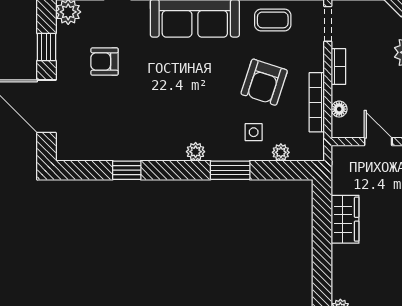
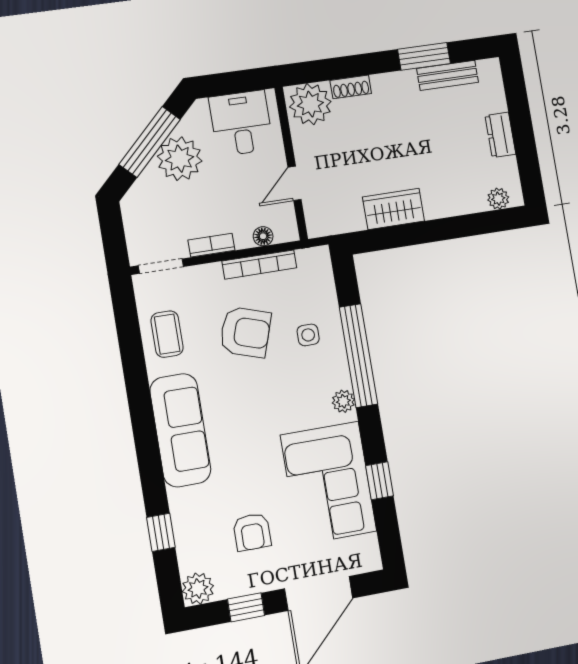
corner sofa: (132, 129) -> (329, 483), added
plant: (281, 152) -> (327, 298), removed
window: (230, 170) -> (358, 356), width x2.11

